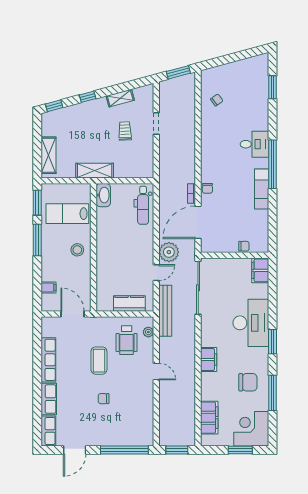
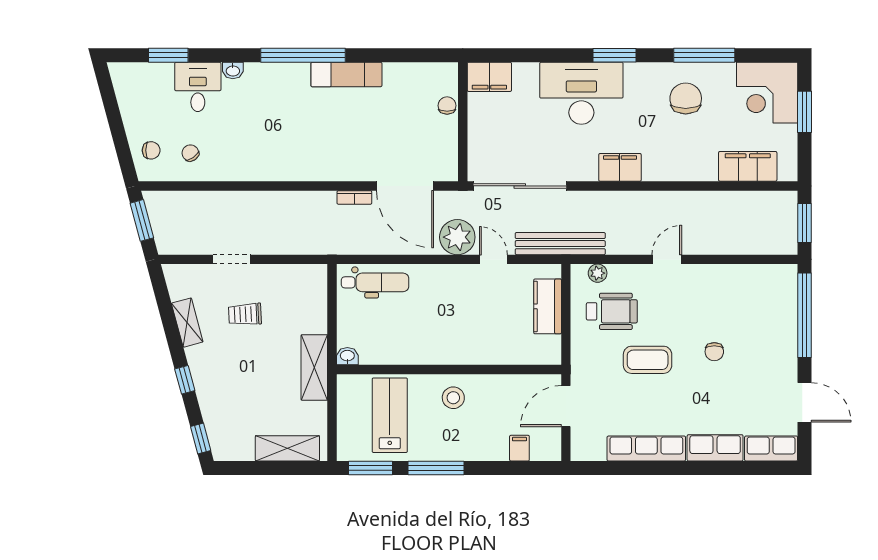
washbasin: (264, 124) -> (233, 70), added
desk: (254, 144) -> (198, 87), moved
chair: (207, 188) -> (151, 150), moved
washbasin: (103, 195) -> (347, 356), width x0.52, depth x0.69
lab bench: (67, 214) -> (390, 415), turned 180
filing cabinet: (209, 360) -> (620, 167), moved

